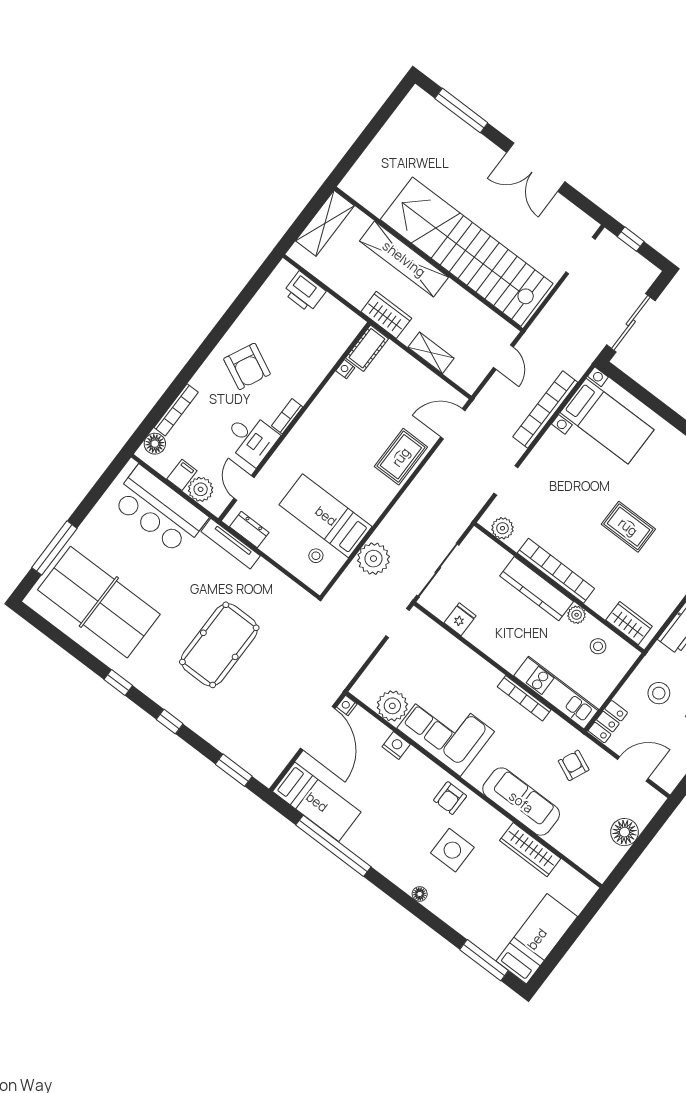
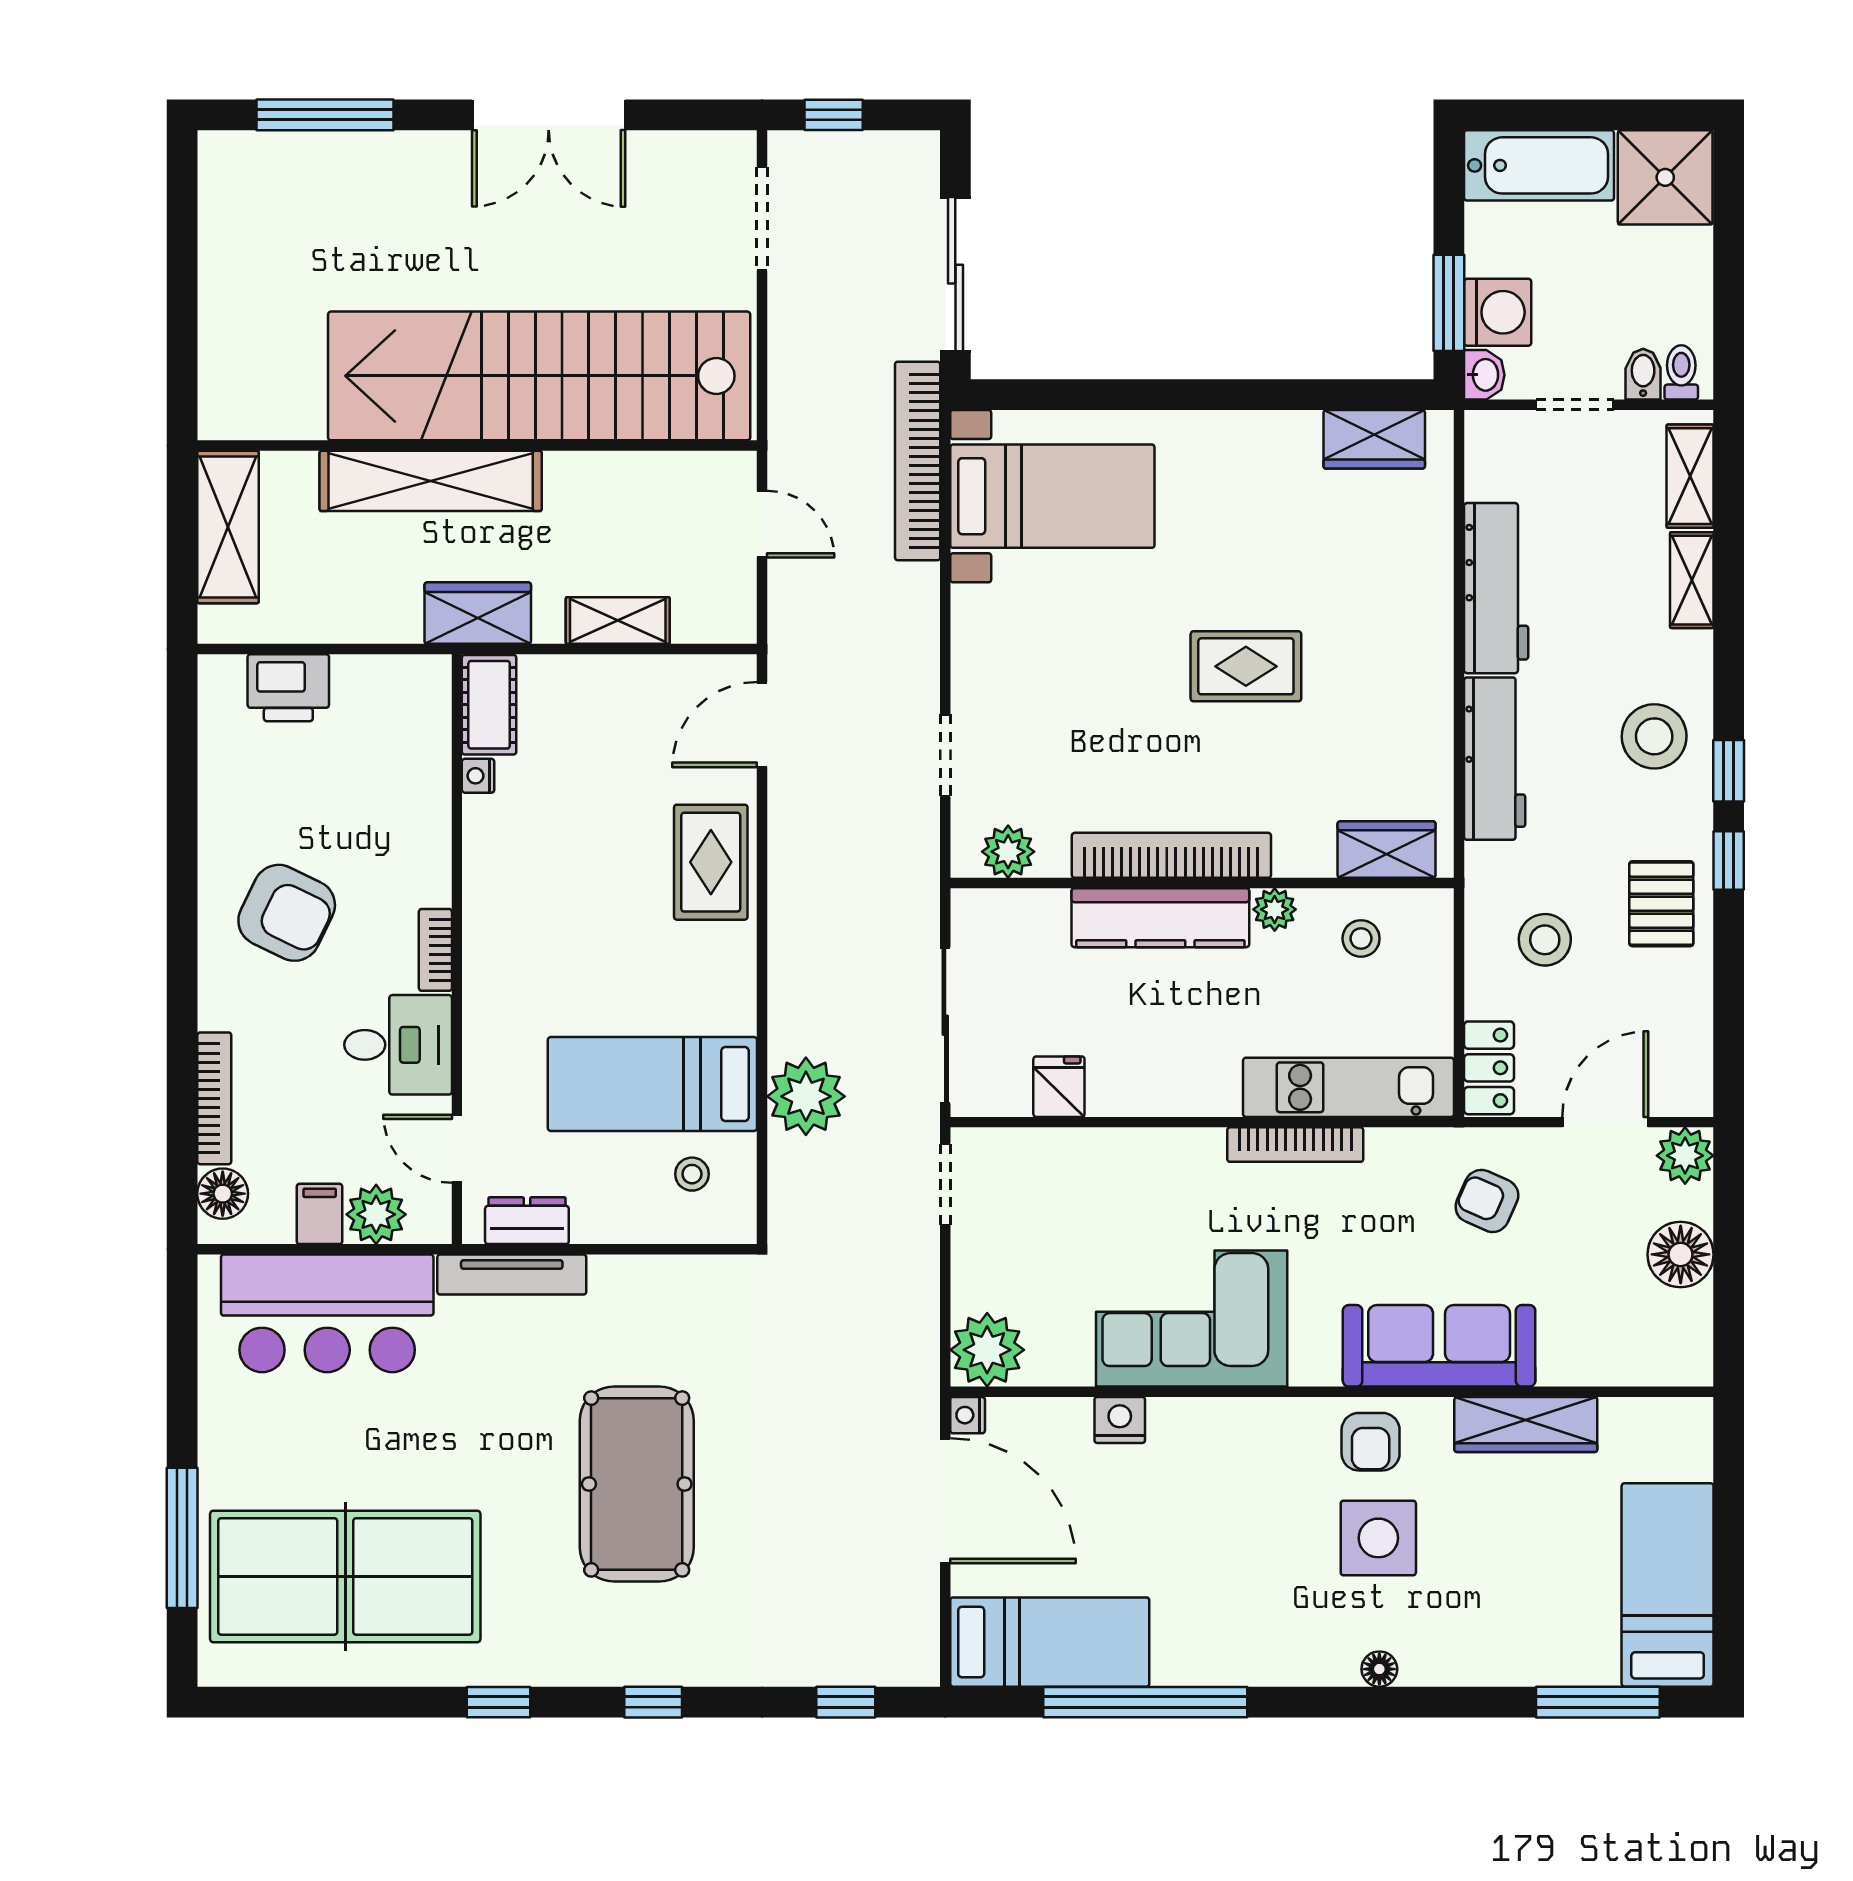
bookcase: (545, 409) -> (918, 461), moved
plant: (392, 706) -> (987, 1350), moved
window: (234, 770) -> (846, 1702), width x0.67
armchair: (450, 798) -> (1371, 1442), moved
plant: (651, 800) -> (1685, 1156), added

